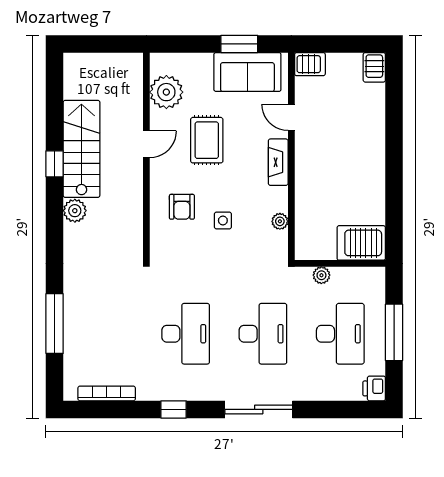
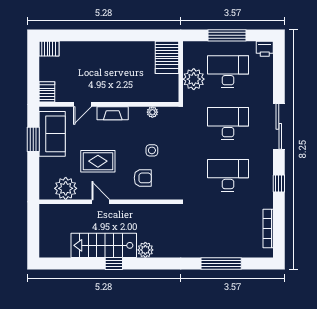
plant: (321, 275) -> (194, 79), width x1.88, depth x1.88

